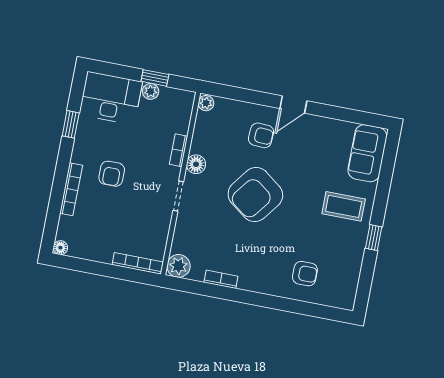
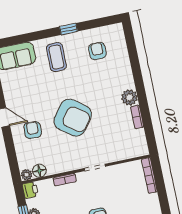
printer: (184, 99) -> (30, 190), added
floor lamp: (196, 164) -> (39, 171), moved
plant: (179, 266) -> (129, 98), moved
armchair: (305, 274) -> (97, 51), moved

